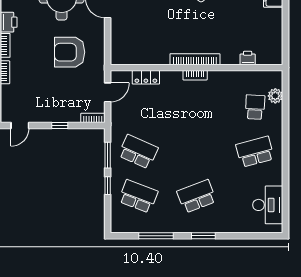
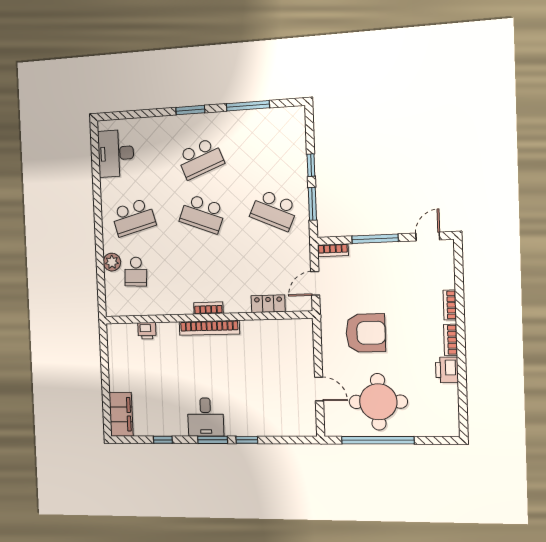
plant: (275, 96) -> (112, 262), moved
window: (60, 126) -> (375, 239), width x2.17
school desk: (138, 196) -> (203, 214), moved

